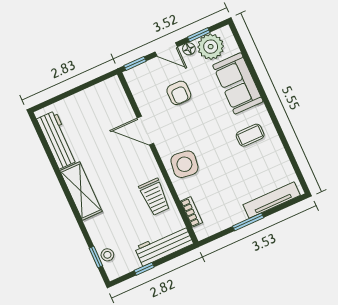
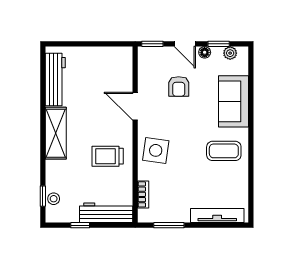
plant: (211, 47) -> (230, 53), width x0.53, depth x0.53
coffee table: (250, 135) -> (224, 151), width x1.36, depth x1.30
trolley: (155, 197) -> (108, 156), moved, turned 90
window: (248, 222) -> (169, 225), moved

